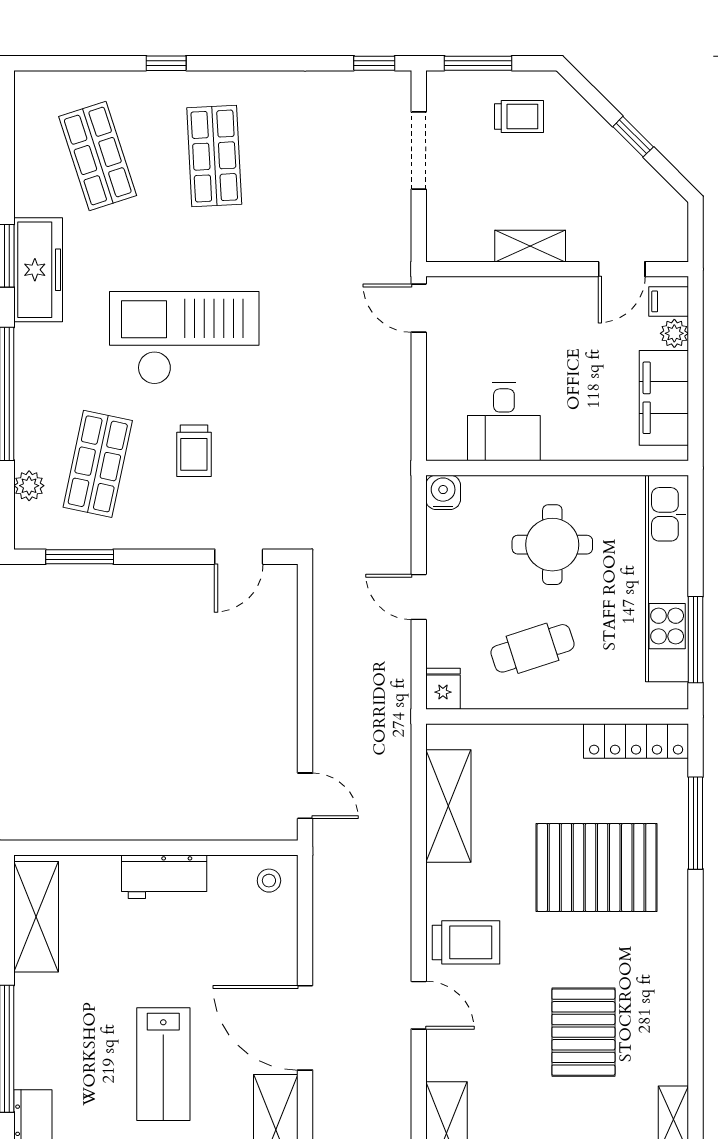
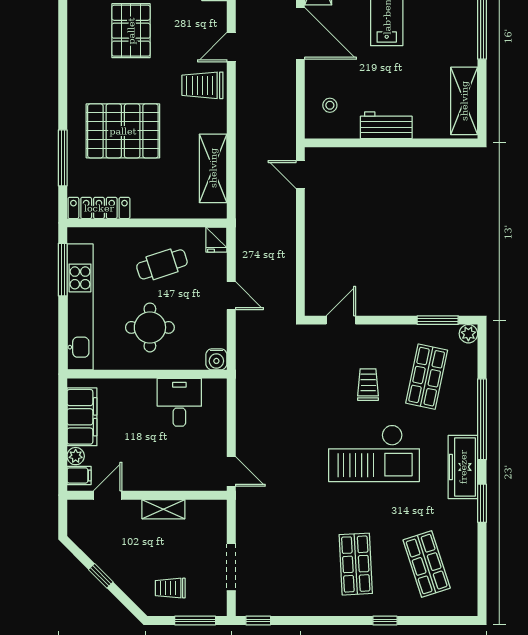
freezer: (38, 270) -> (463, 467), moved
plant: (29, 486) -> (468, 334), moved
stool: (269, 881) -> (330, 105), moved
door: (419, 1005) -> (231, 47), hinge flipped

